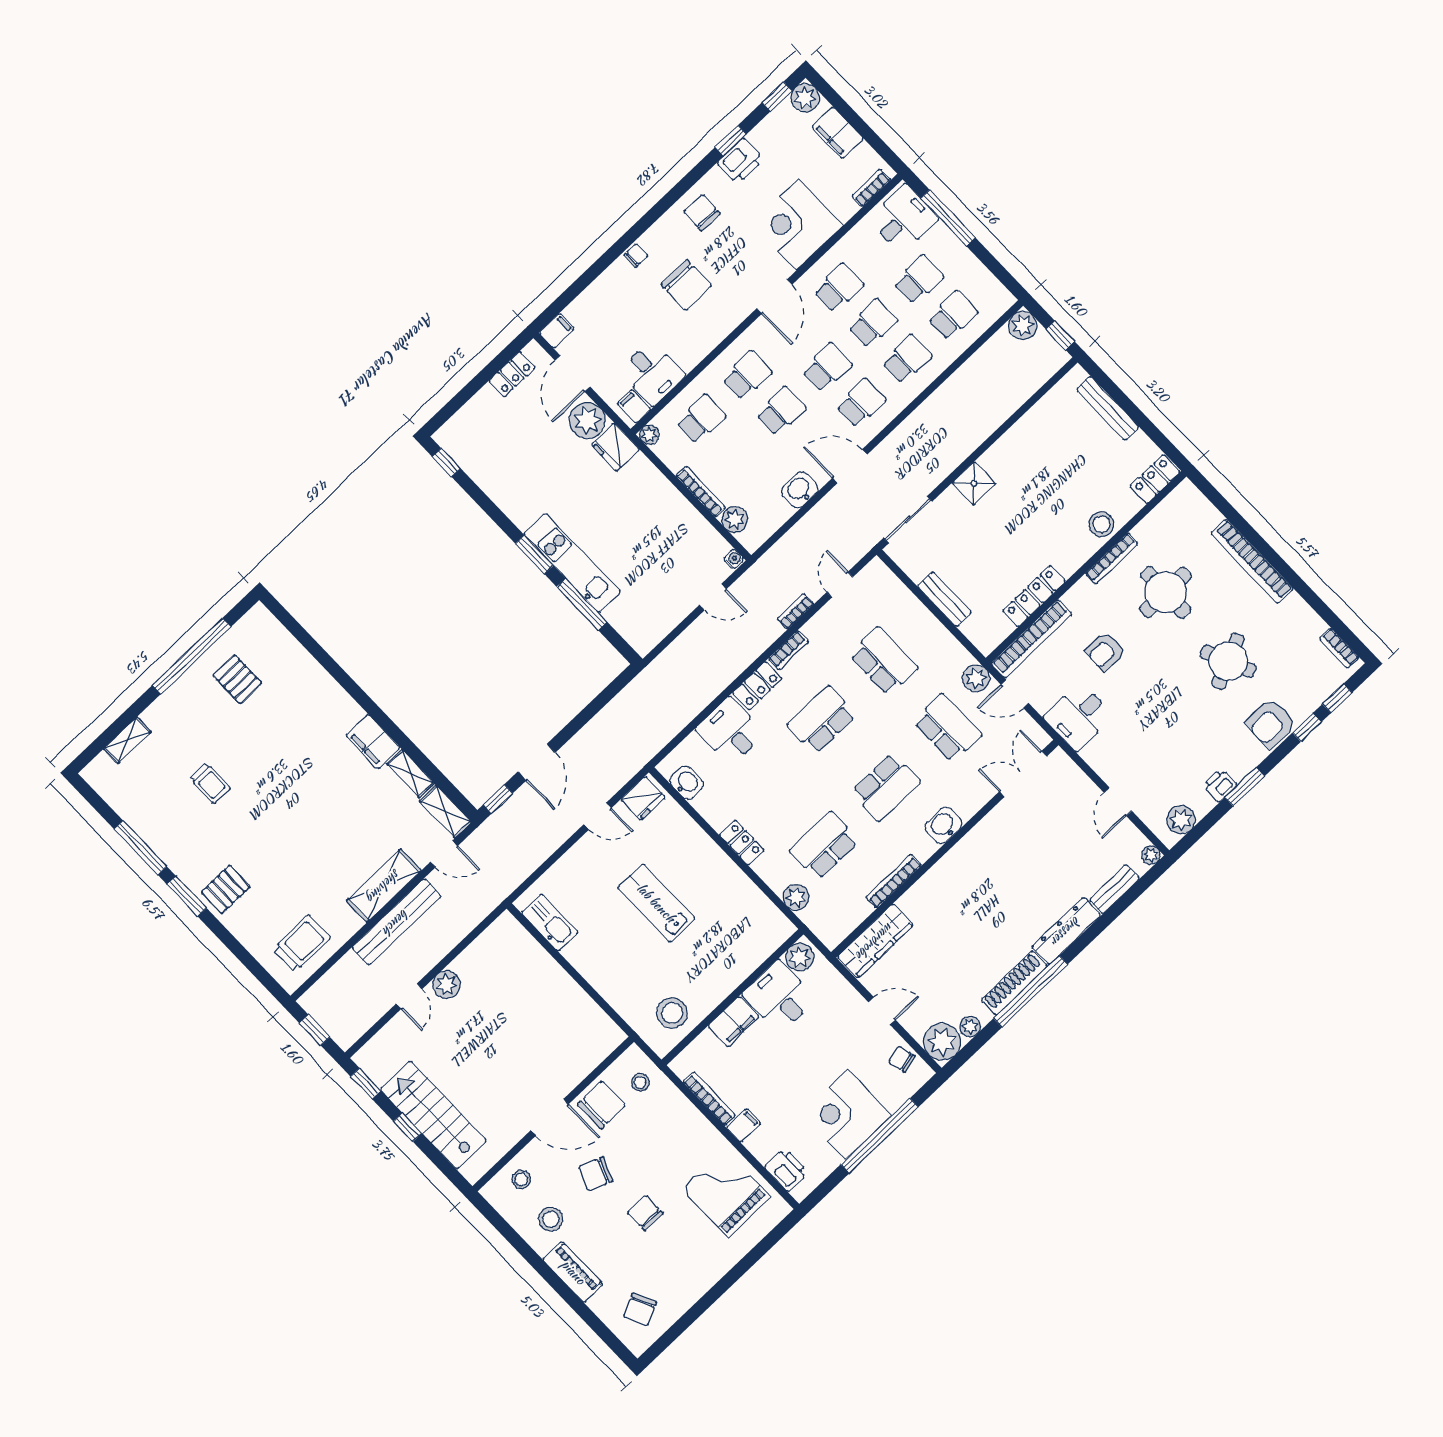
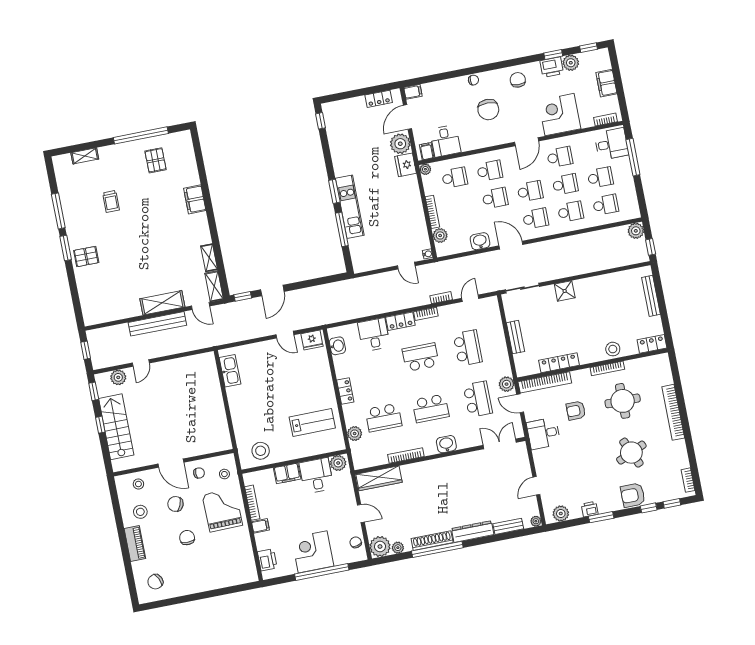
plant: (805, 98) -> (571, 63), moved
filing cabinet: (373, 742) -> (195, 199), moved
school desk: (824, 846) -> (384, 418), turned 180
lab bench: (656, 903) -> (312, 422), moved, turned 90
trolley: (302, 943) -> (106, 305), removed
plant: (446, 985) -> (118, 377), moved
chair: (601, 1105) -> (199, 473), width x0.54, depth x0.54
grand piano: (726, 1193) -> (222, 510), moved

